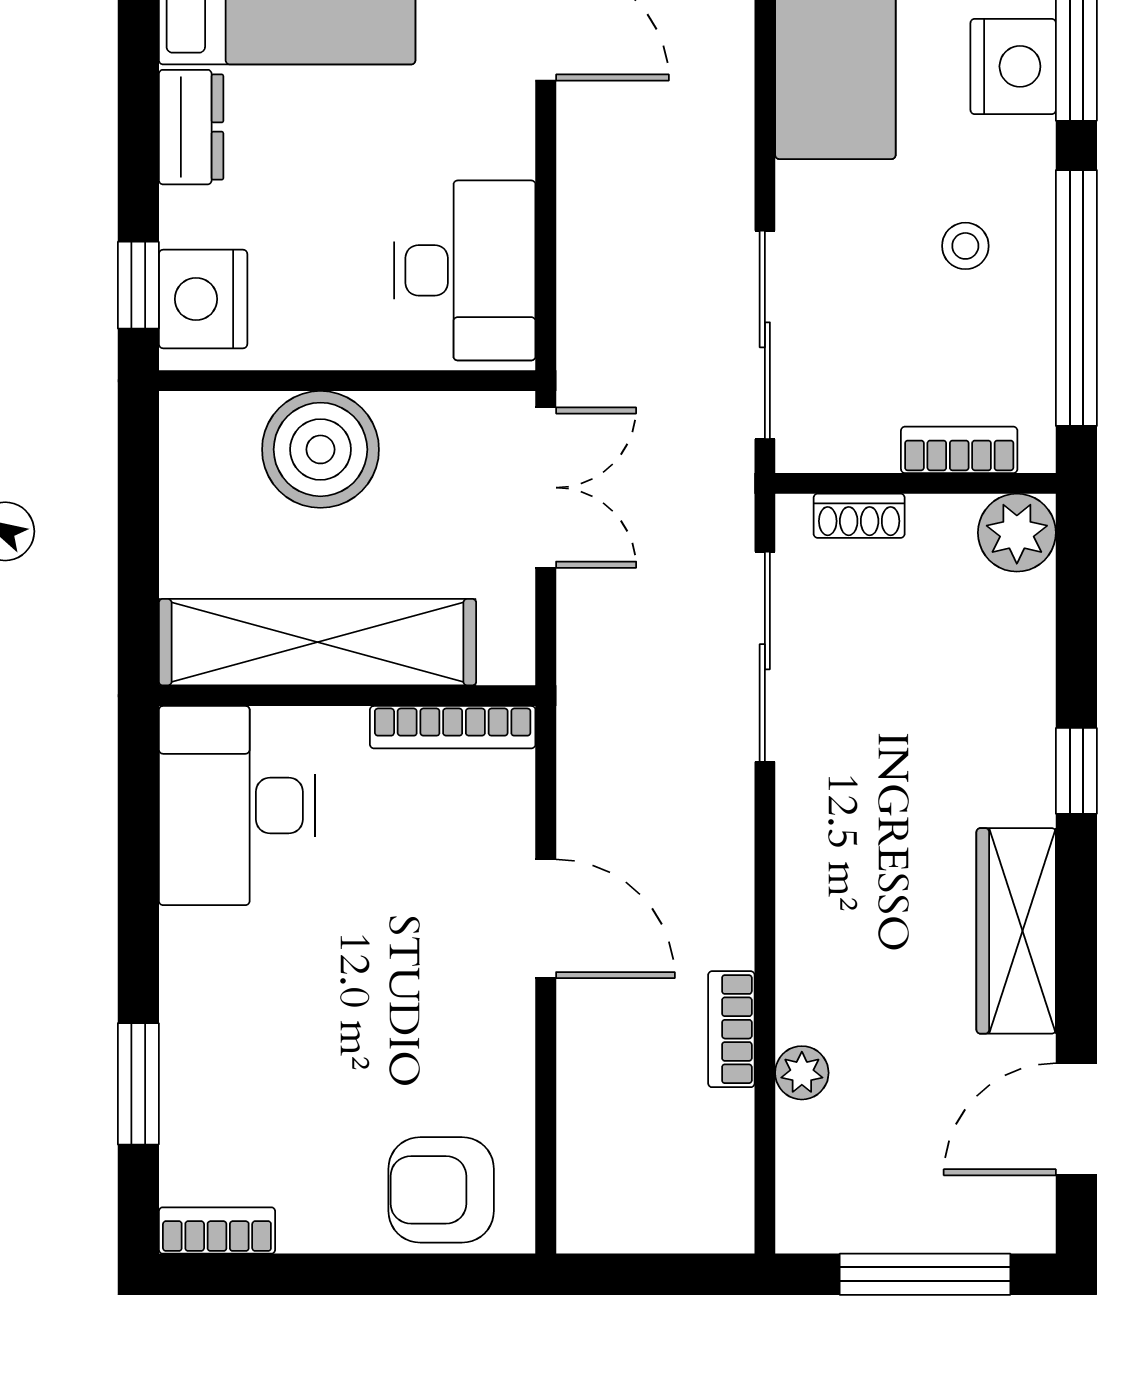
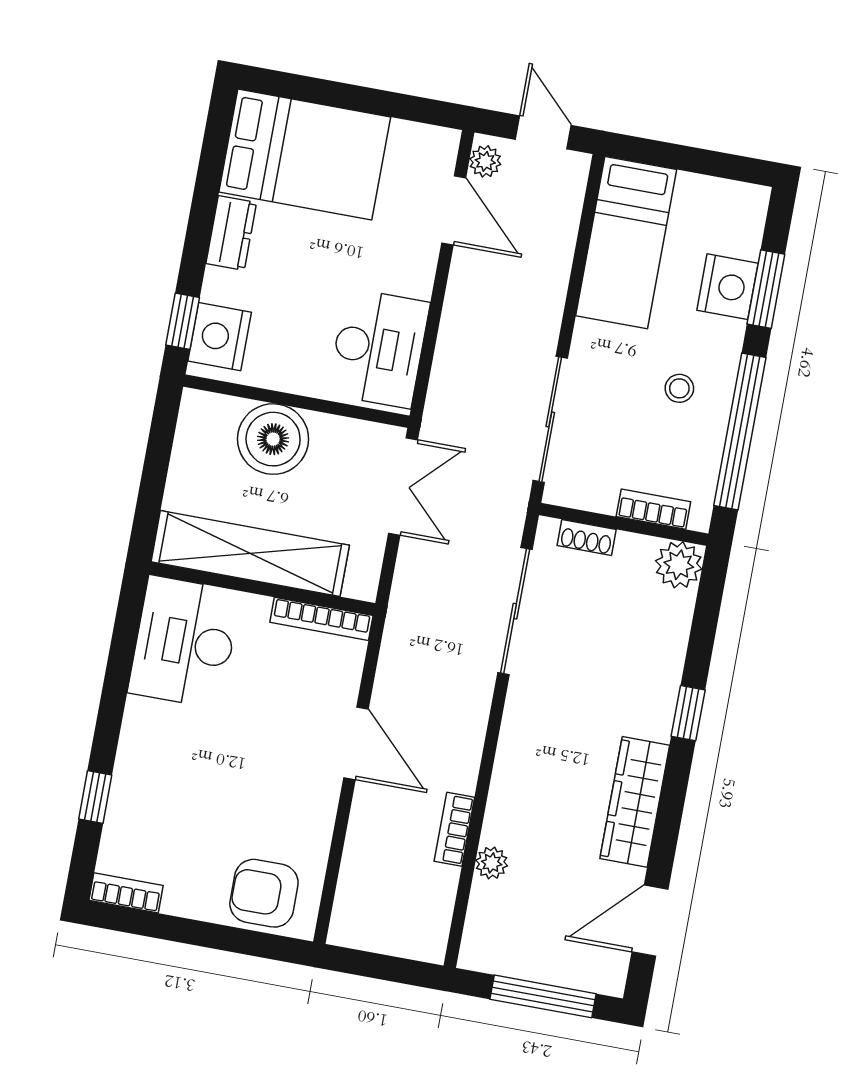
window: (138, 1084) -> (95, 797), width x0.67

